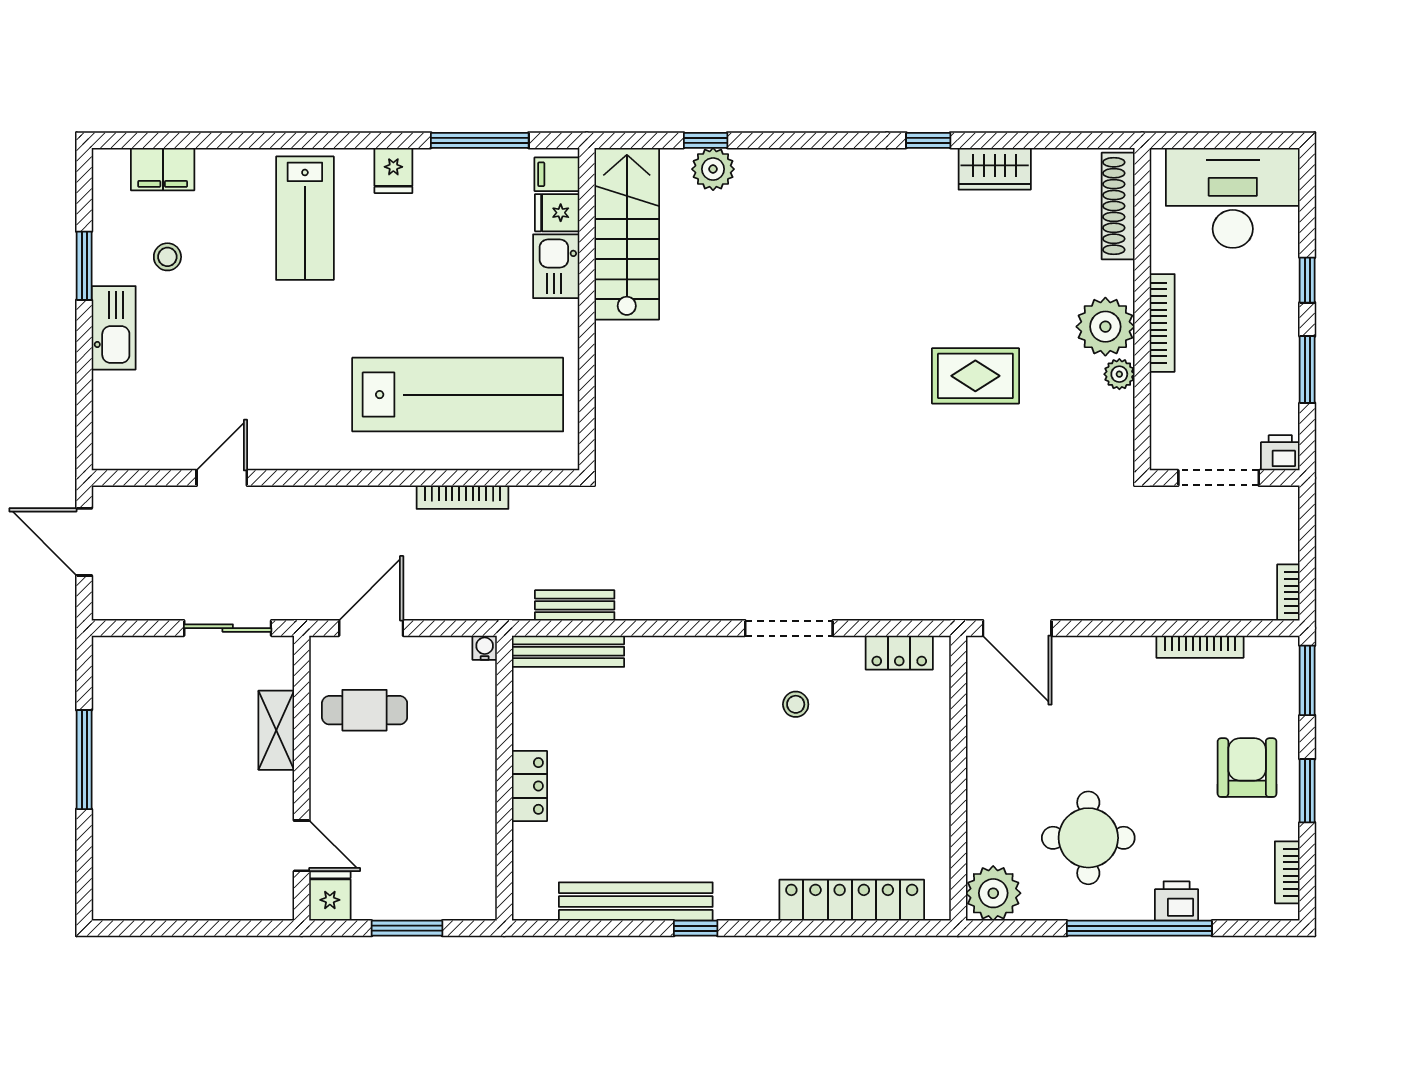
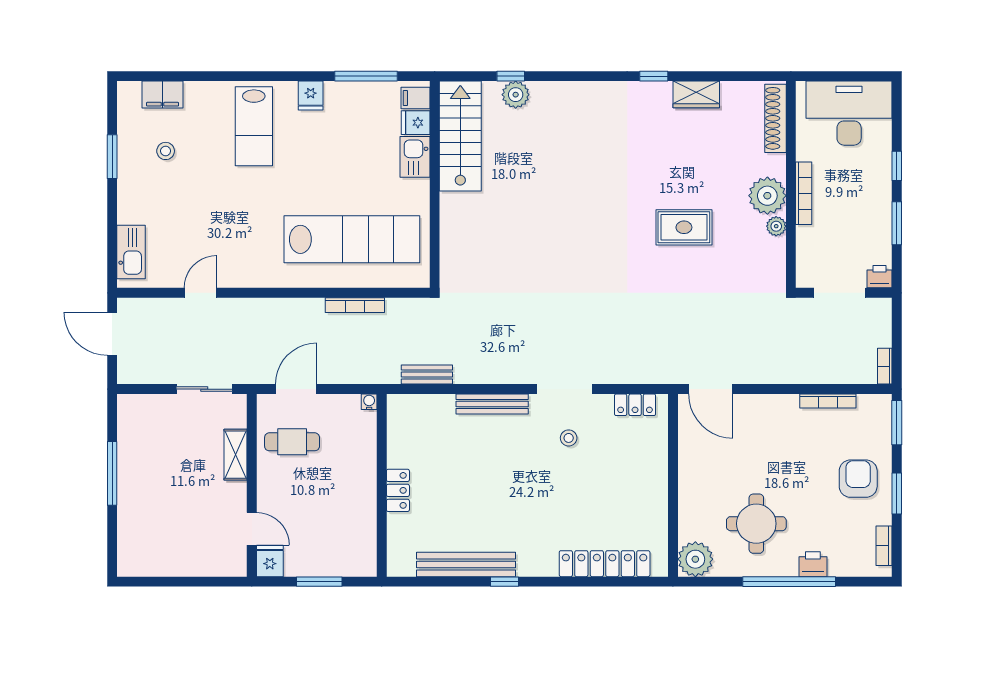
kitchen sink: (114, 328) -> (131, 252), moved
bench: (568, 651) -> (492, 404), moved

